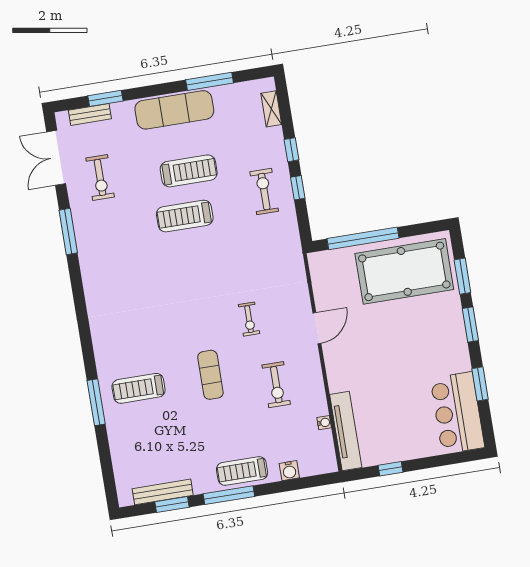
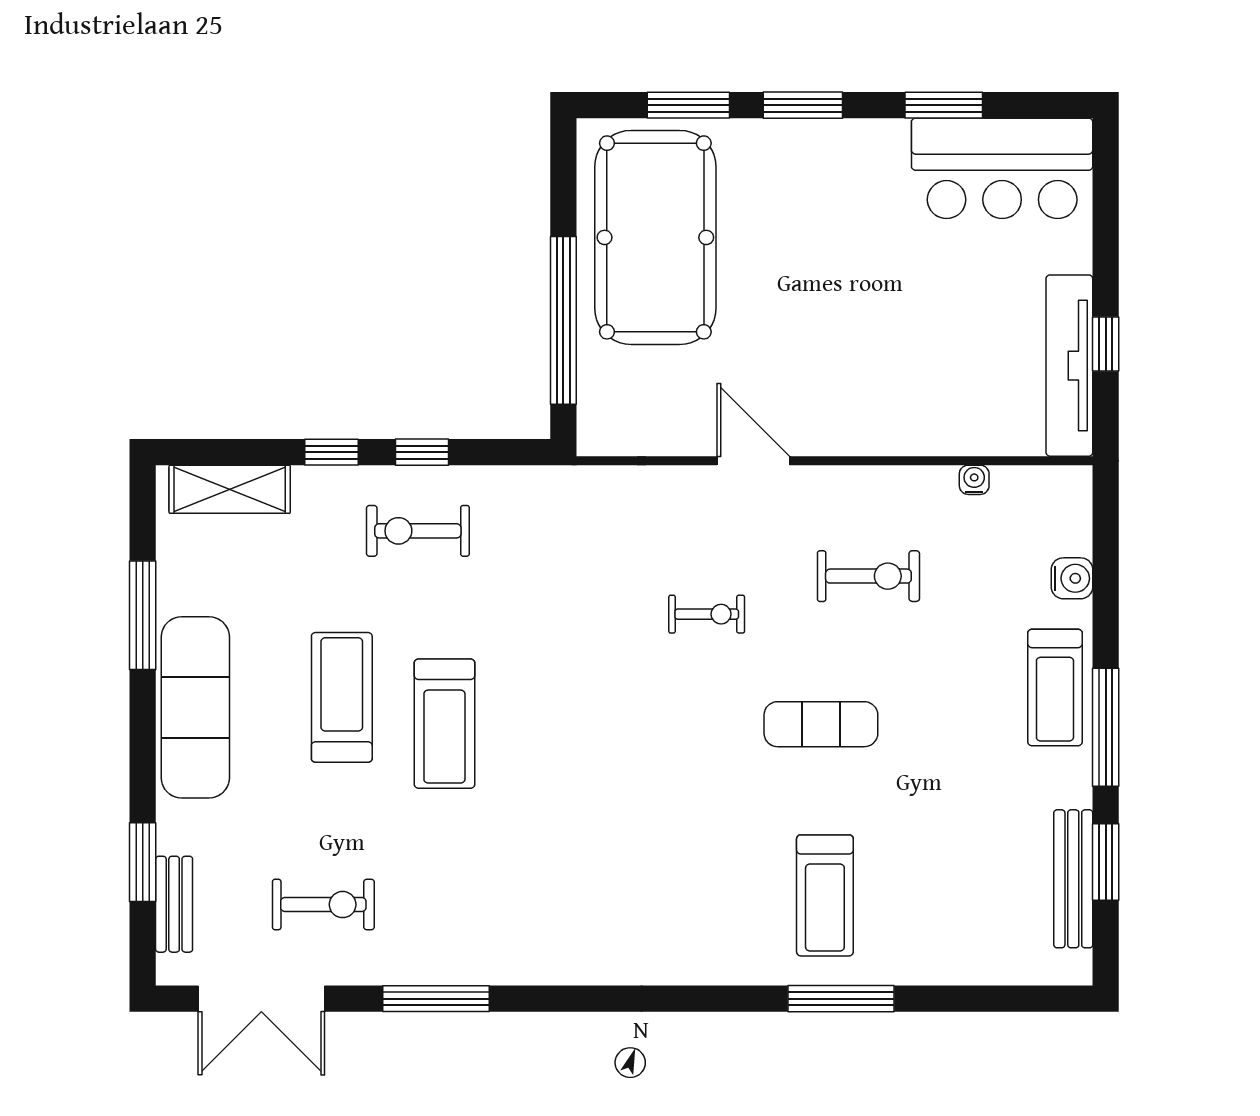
shelving: (271, 109) -> (230, 489), width x1.50, depth x1.33
tv unit: (346, 431) -> (1069, 366), moved, turned -90

